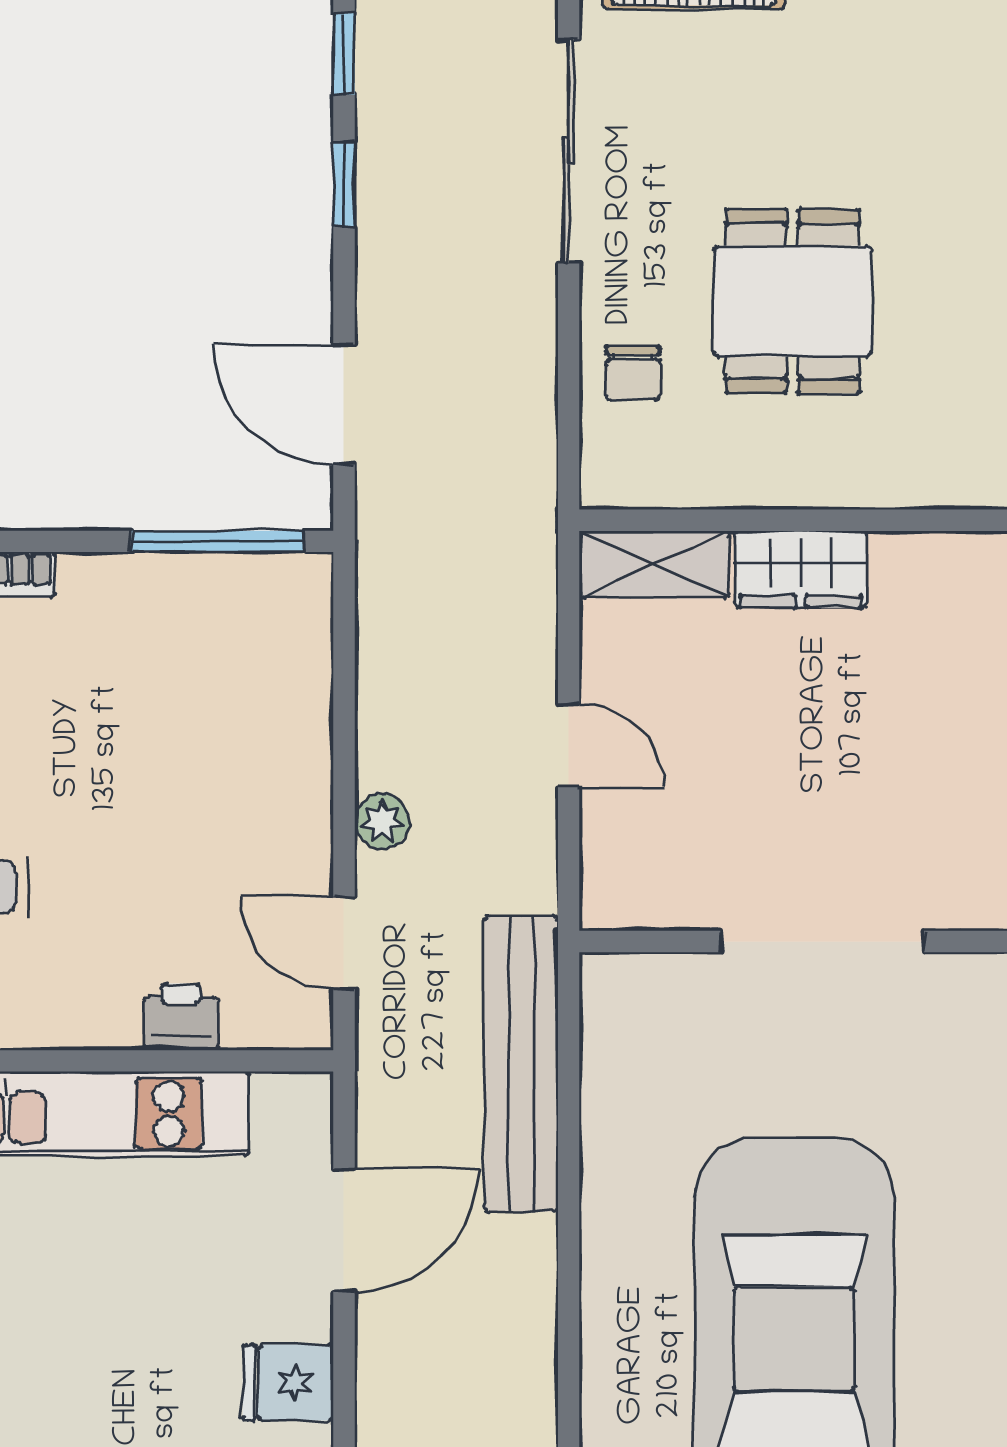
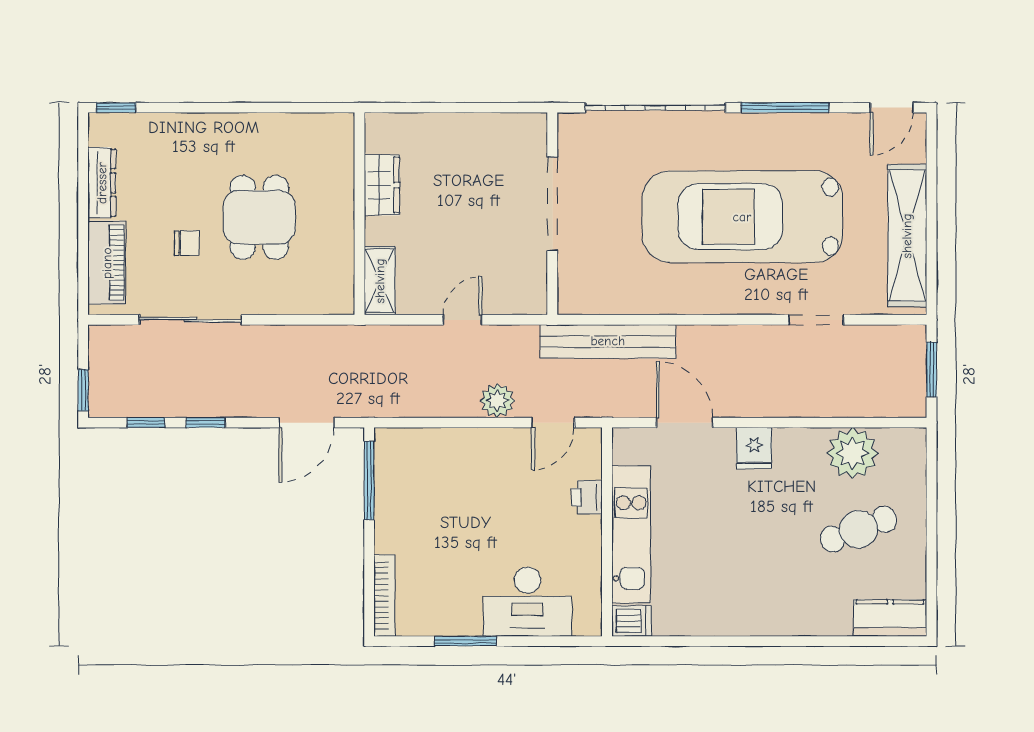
dining table: (792, 301) -> (259, 217), turned 90
chair: (633, 373) -> (187, 243), moved
wardrobe: (801, 569) -> (382, 185), moved
plant: (382, 821) -> (497, 401), width x1.38, depth x1.38

